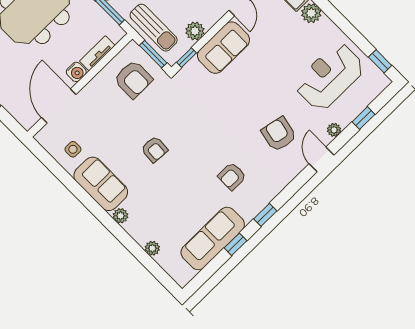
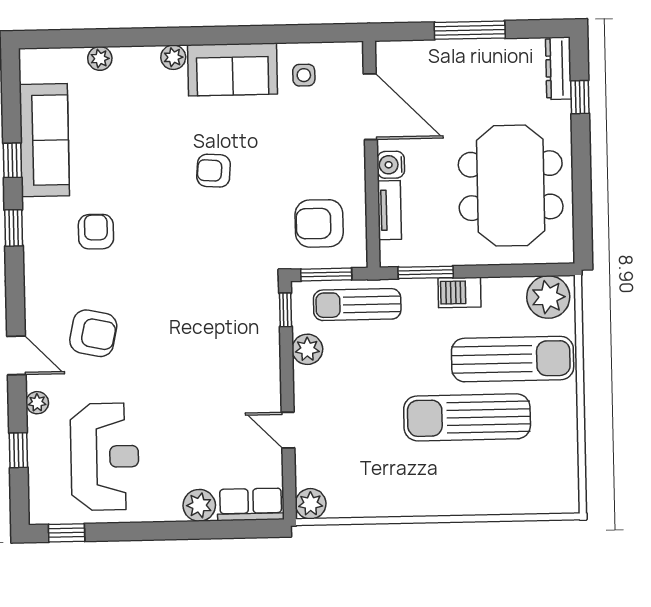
sofa: (223, 48) -> (256, 364), removed

